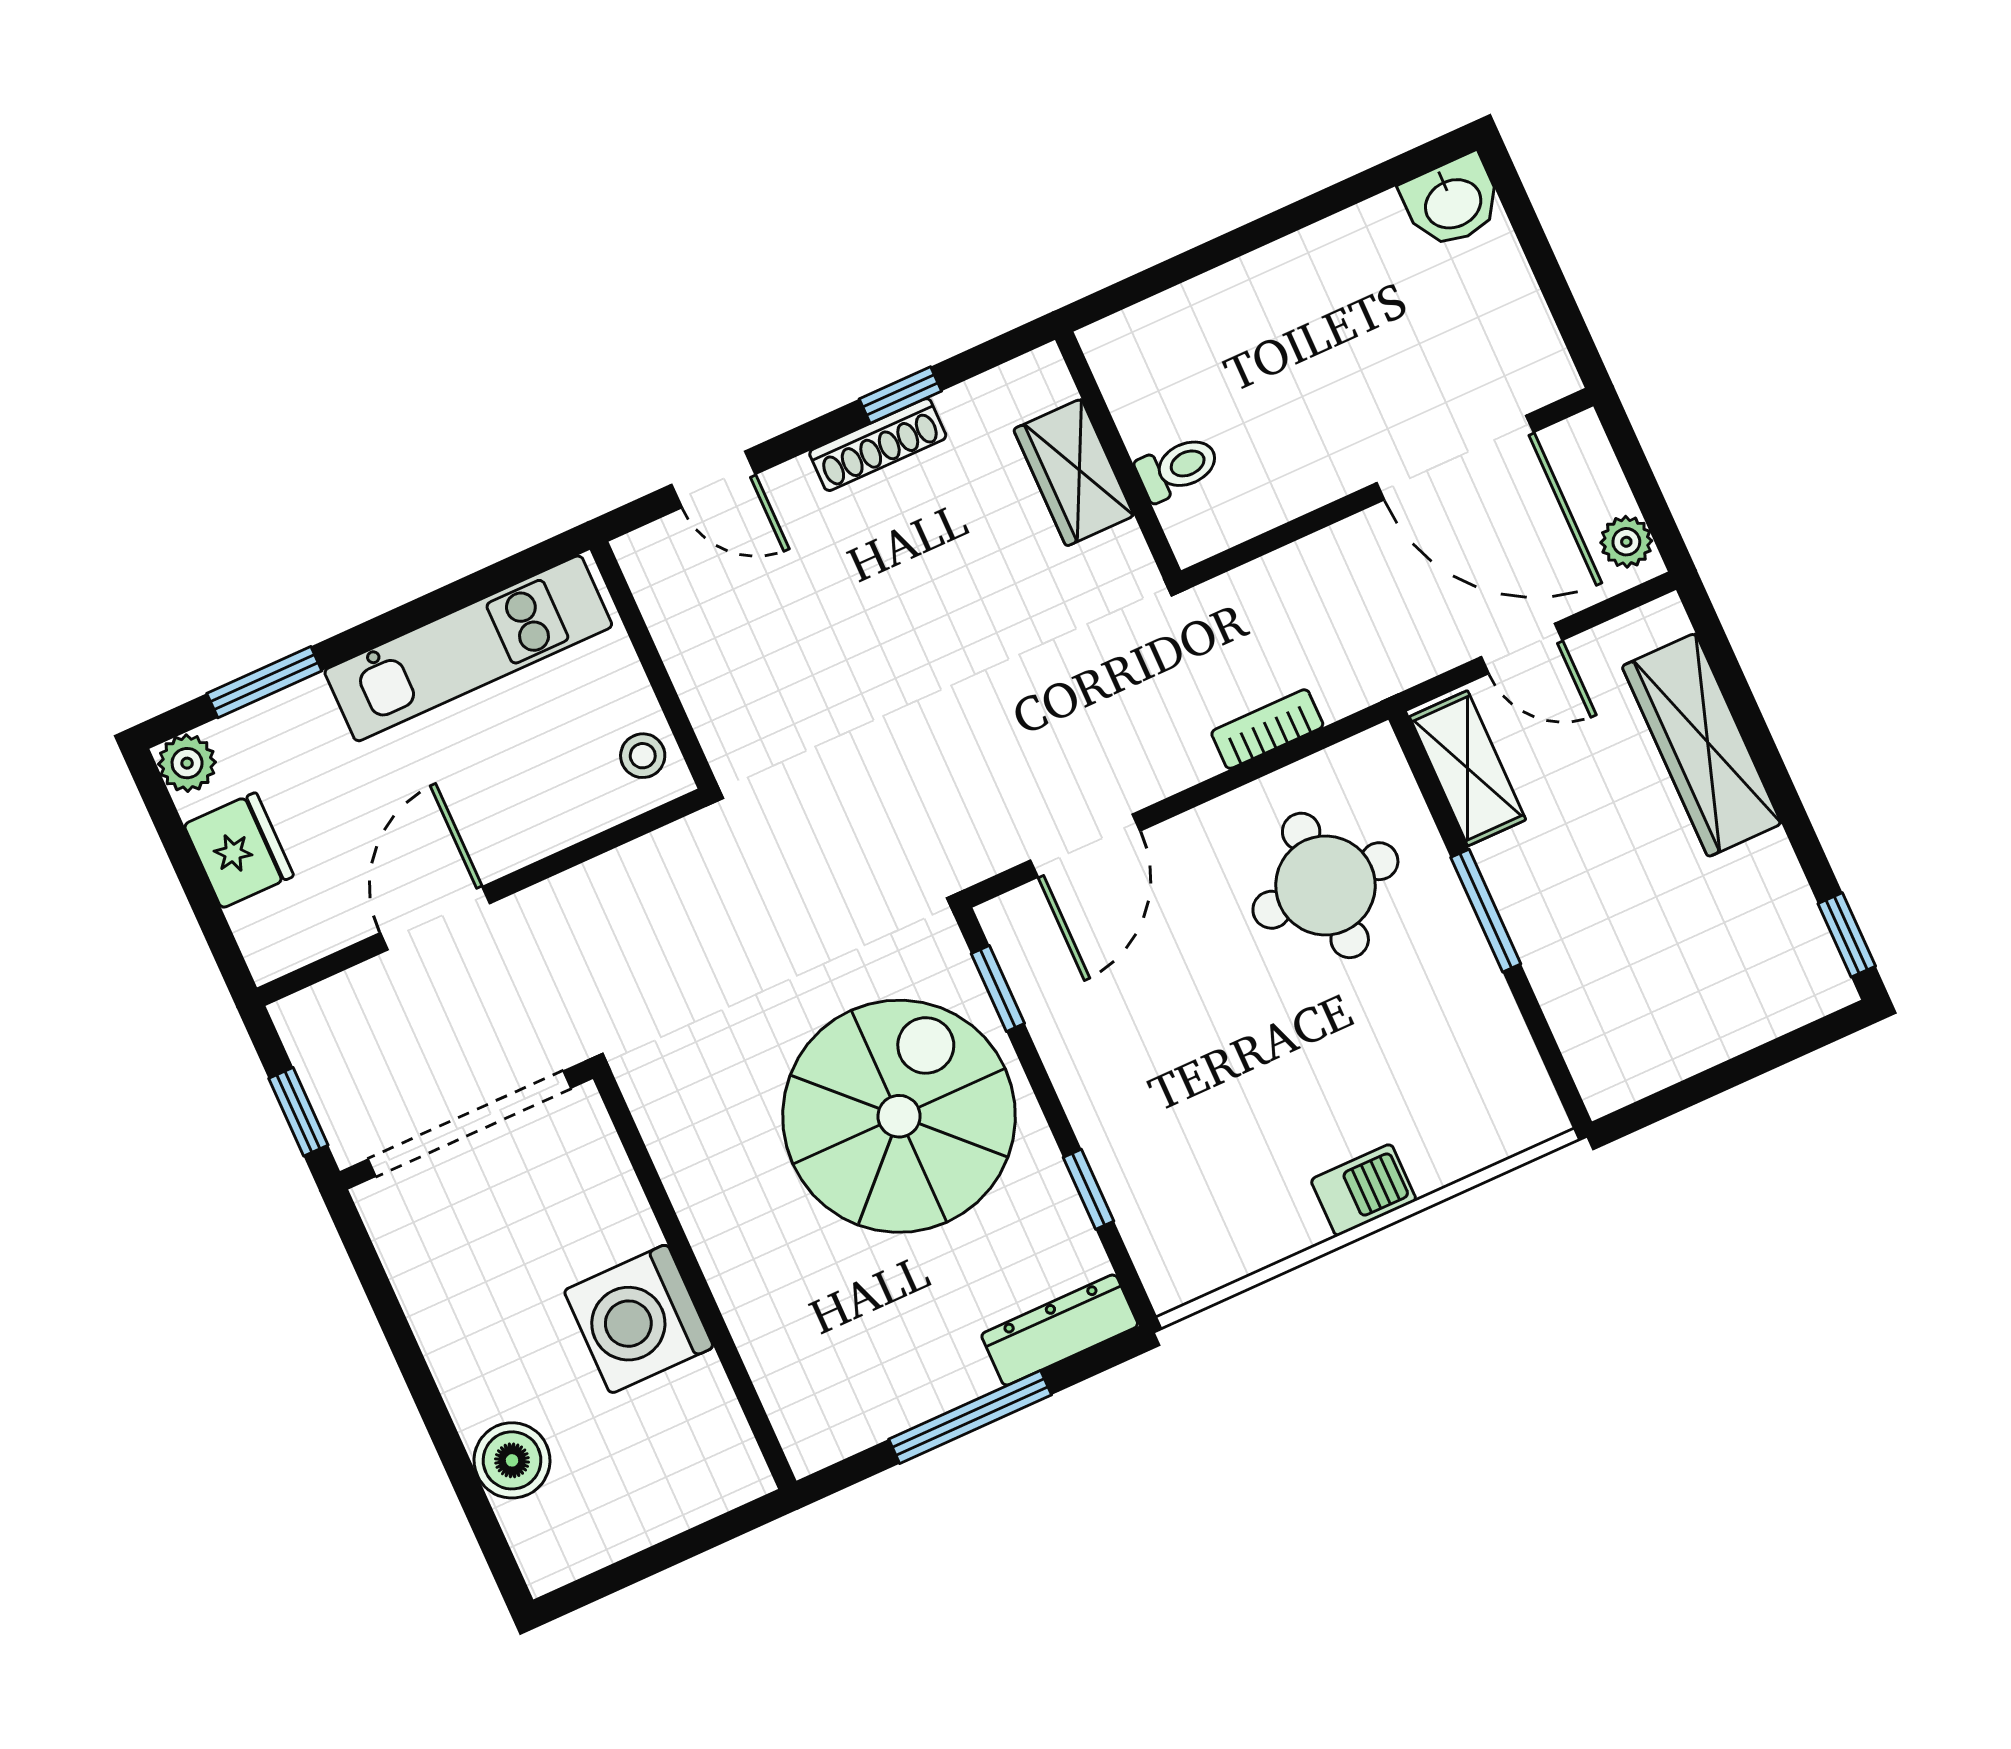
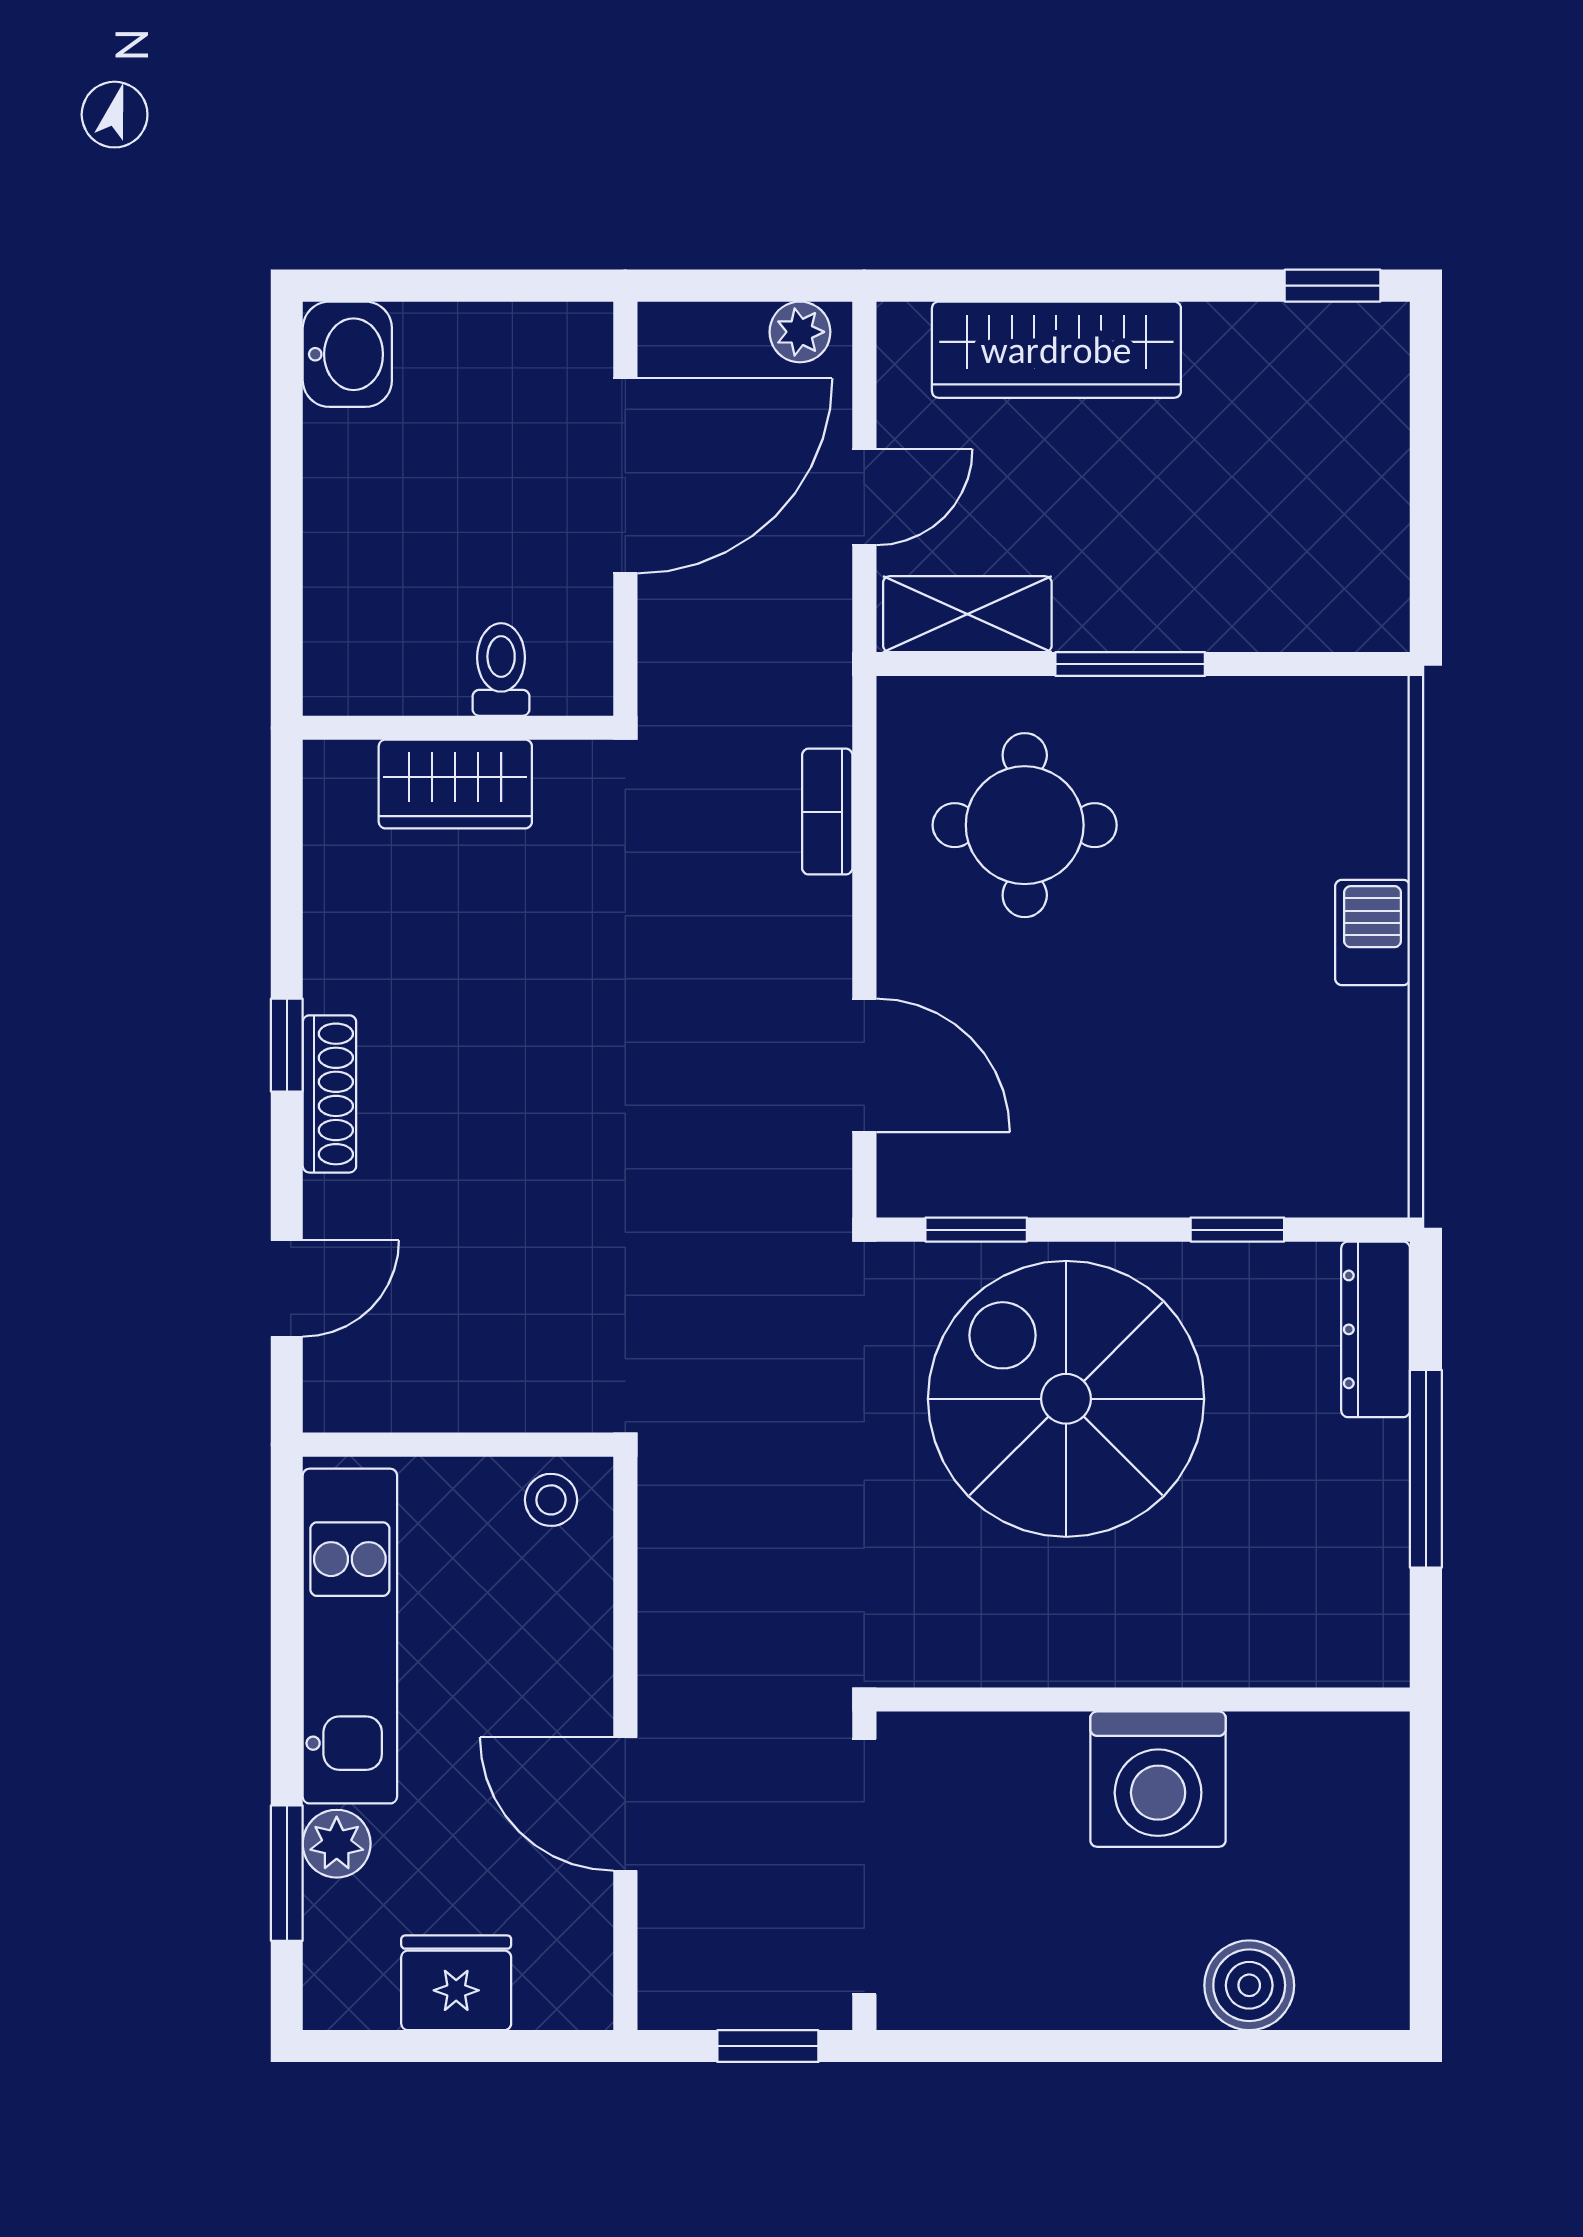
wall: (1118, 455) -> (458, 728), moved
toilet: (1178, 468) -> (501, 670), moved
wardrobe: (1074, 472) -> (455, 784), moved
plant: (187, 763) -> (337, 1844), moved

